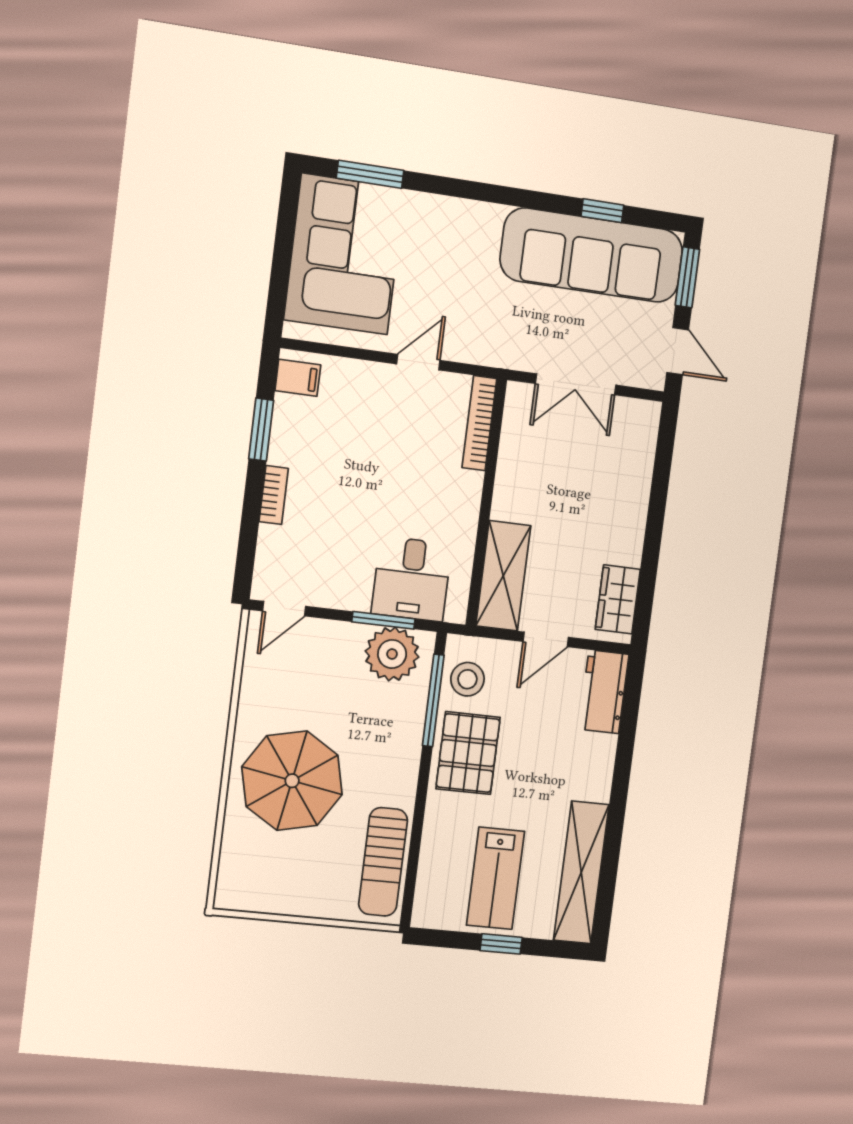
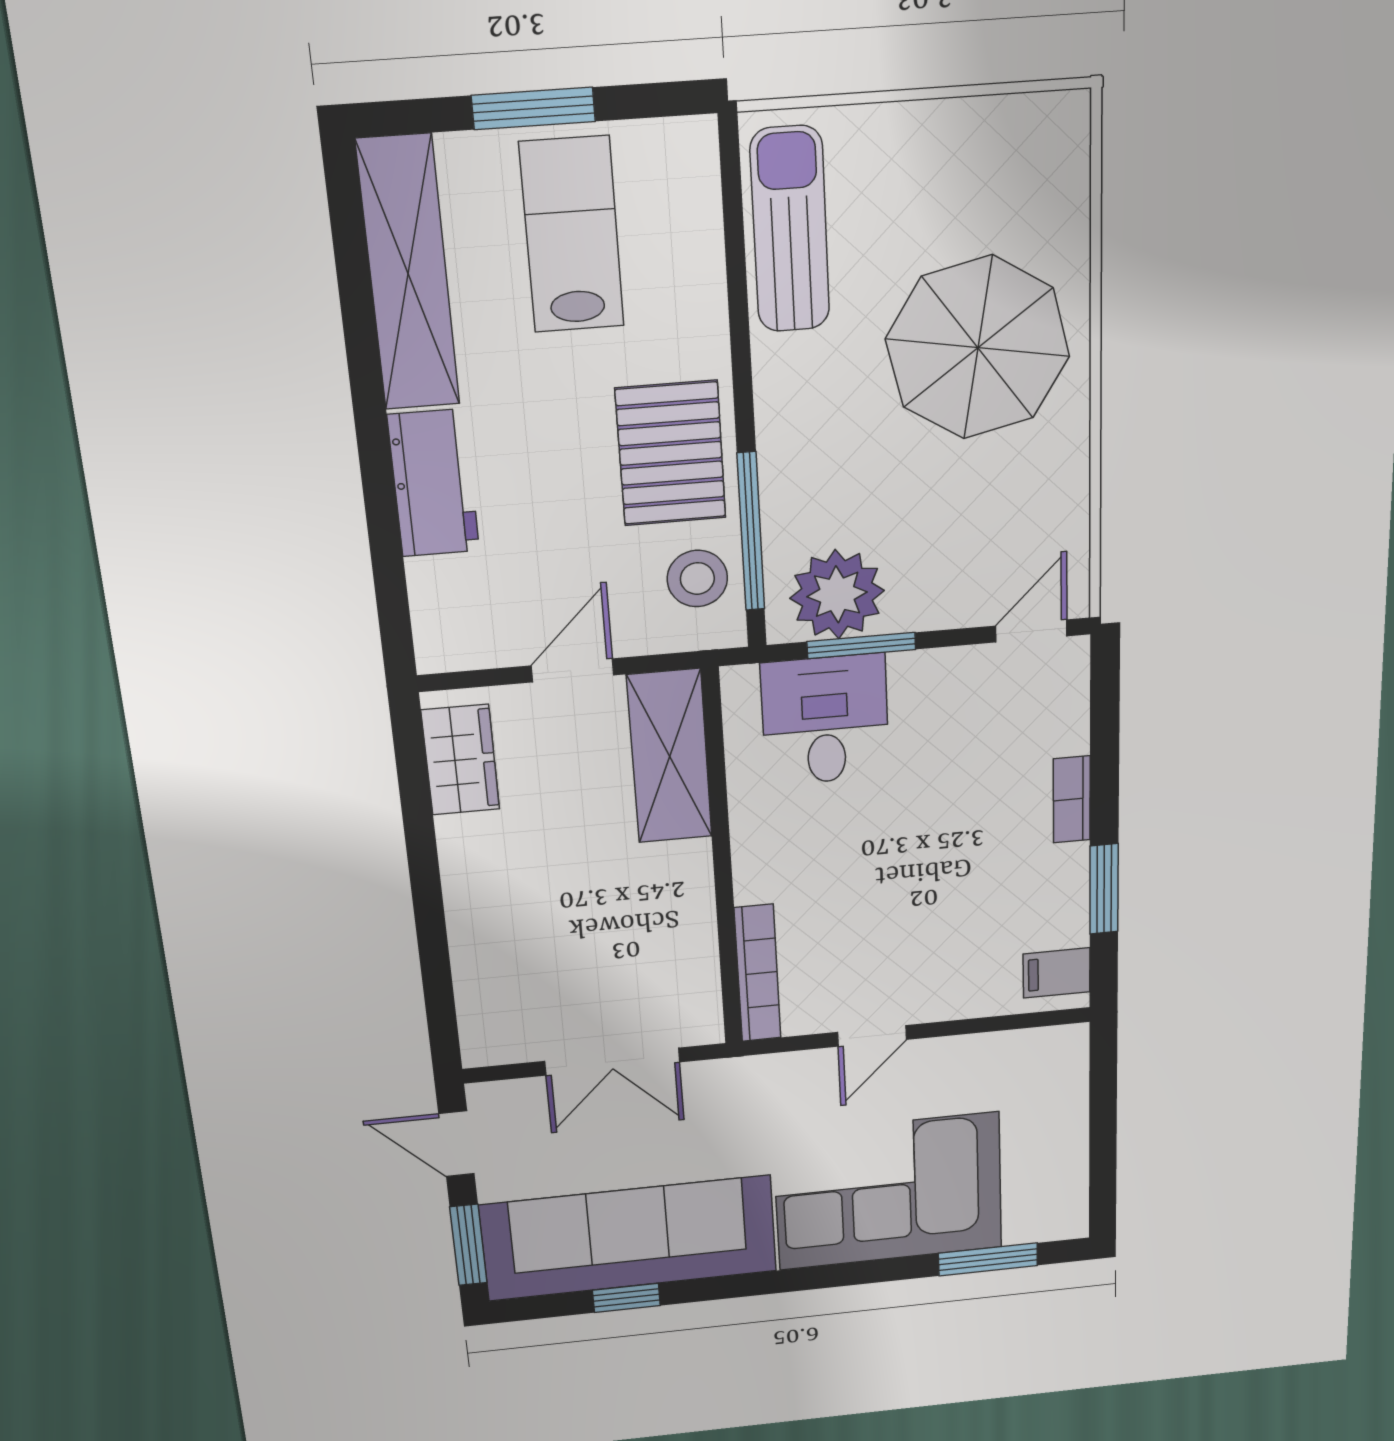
corner sofa: (344, 254) -> (889, 1191), moved, turned 90
double door: (576, 384) -> (612, 1062), swing flipped
workbench: (604, 692) -> (434, 483), moved
window: (501, 944) -> (533, 108), width x1.50

